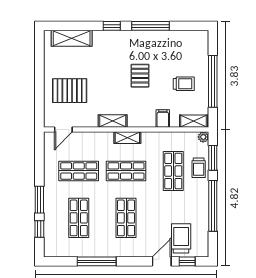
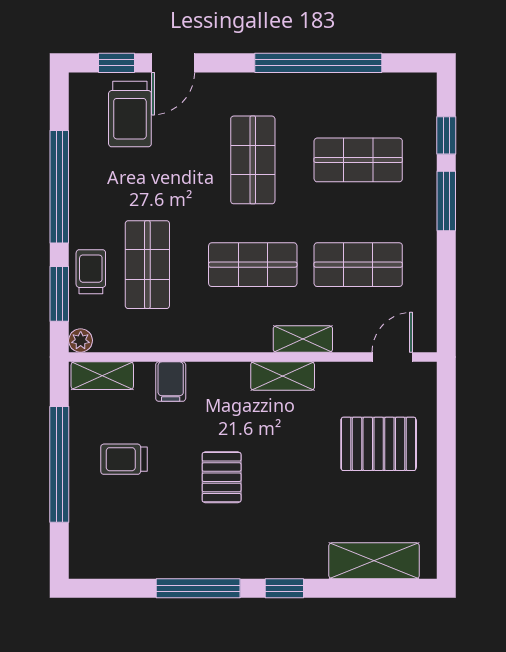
shelving: (127, 138) -> (303, 339), moved
shop shelf: (79, 218) -> (358, 160), turned 90
window: (97, 261) -> (318, 63), width x1.46

